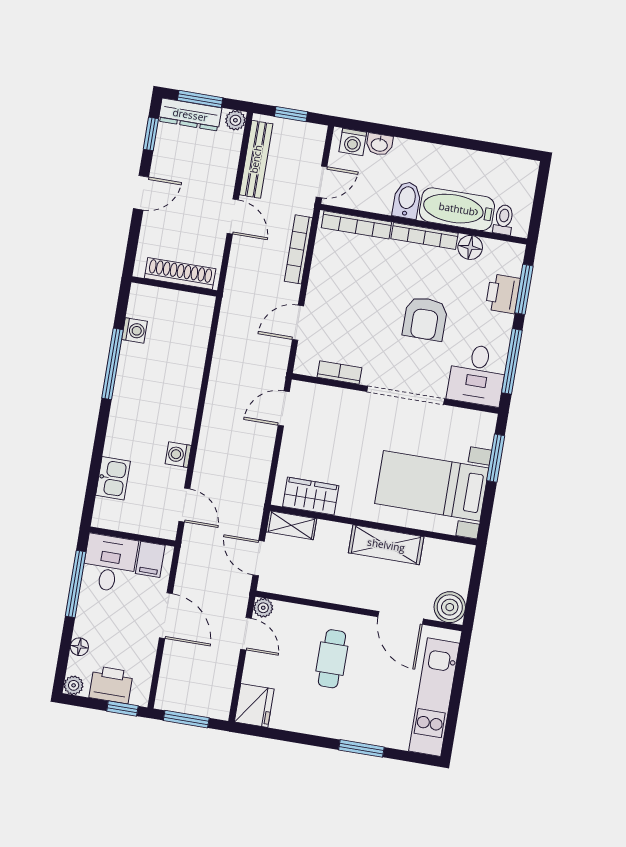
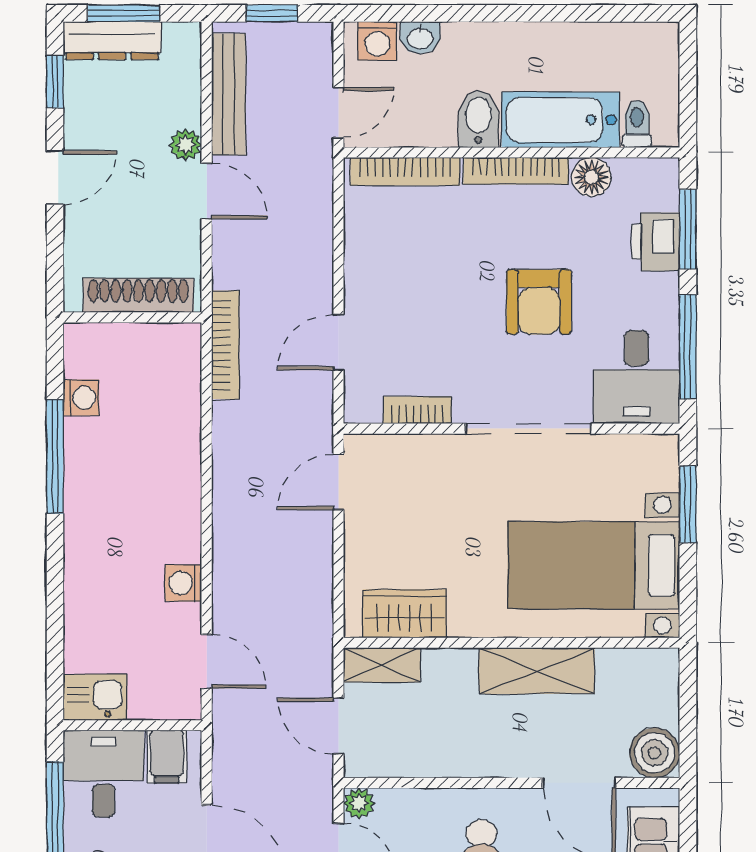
plant: (235, 120) -> (186, 145), moved
bookcase: (298, 249) -> (225, 345), moved, turned 180
kitchen sink: (113, 478) -> (95, 697), moved, turned -90

